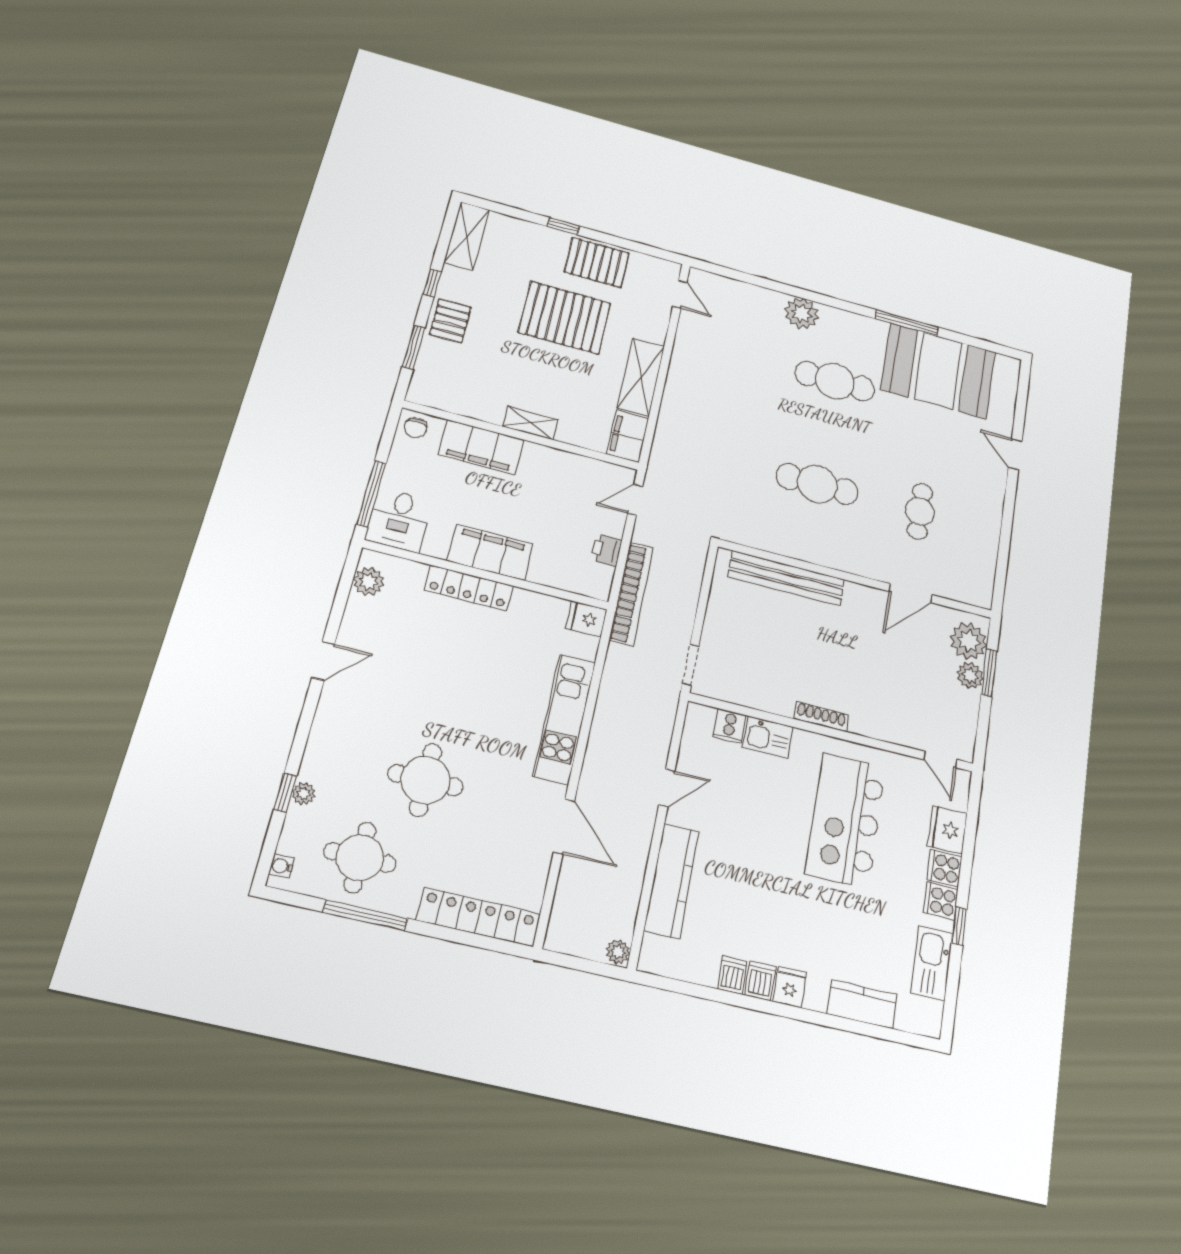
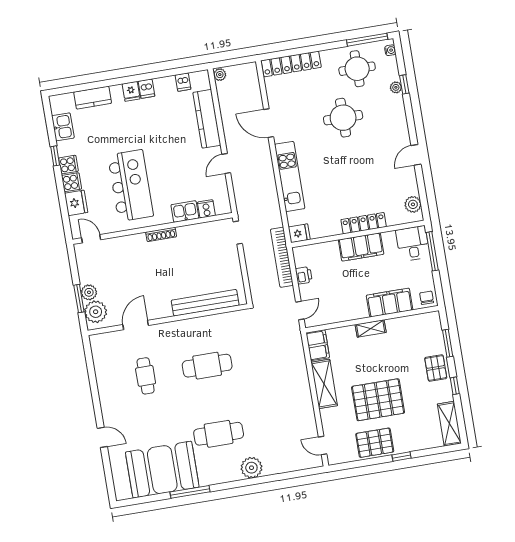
window: (365, 915) -> (367, 40), moved
kitchen sink: (932, 963) -> (63, 127), width x0.73
dishwasher: (733, 975) -> (183, 82), moved

